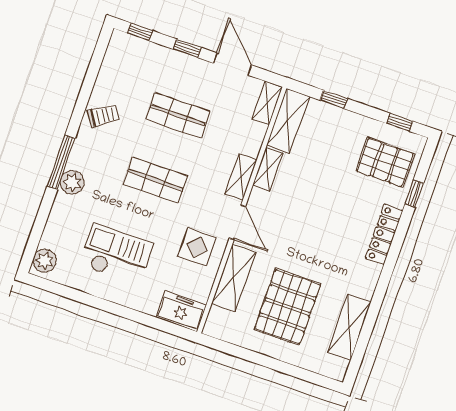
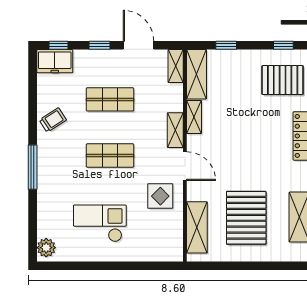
plant: (72, 182) -> (46, 180), removed
shelving: (234, 278) -> (197, 227), moved
freezer: (181, 311) -> (55, 61), moved, turned 180

